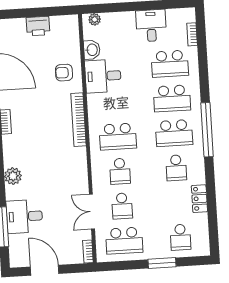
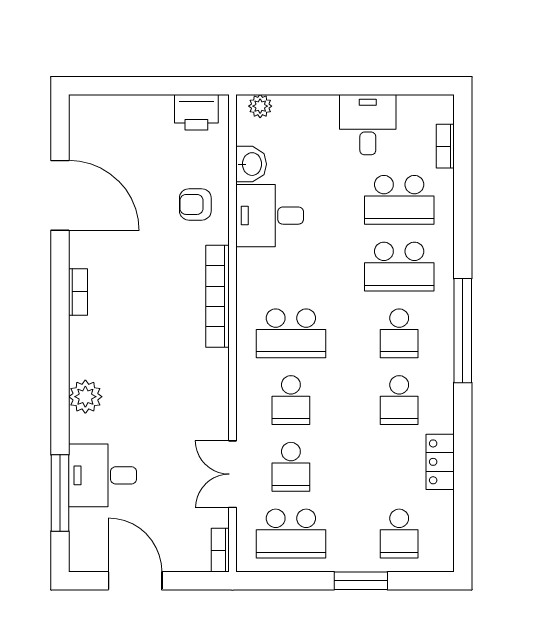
printer: (38, 26) -> (196, 112), moved
school desk: (174, 133) -> (399, 333), width x0.54

